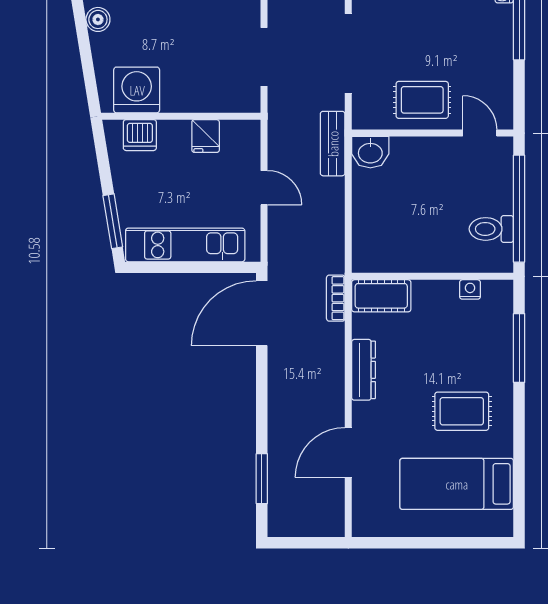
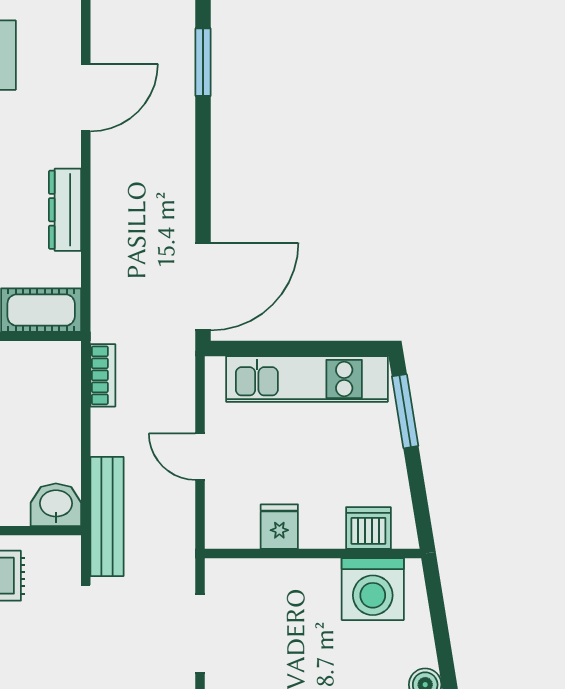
bench: (333, 144) -> (107, 516), width x1.36
bookcase: (336, 298) -> (103, 375), moved

